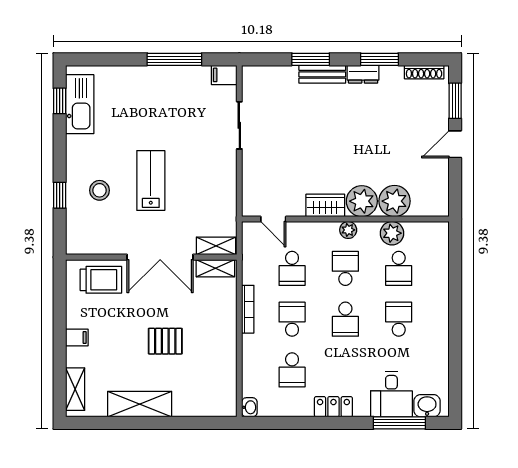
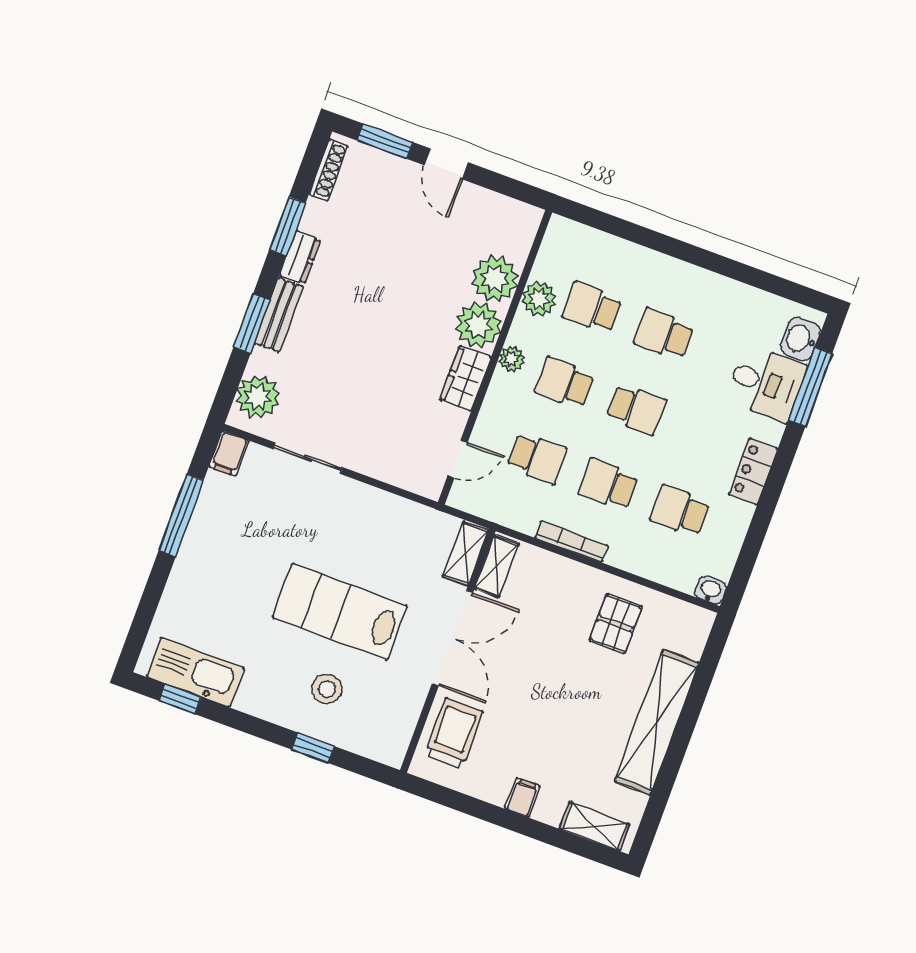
plant: (266, 80) -> (258, 397), added
lab bench: (151, 181) -> (340, 612), width x1.36, depth x1.39
school desk: (399, 268) -> (592, 308), turned 180
pallet: (165, 341) -> (616, 623), moved
school desk: (292, 370) -> (680, 511), turned 180
shelving: (140, 404) -> (657, 722), width x1.47

